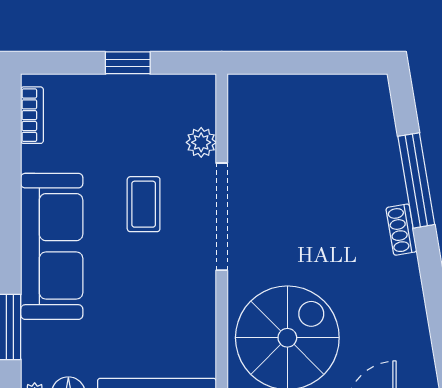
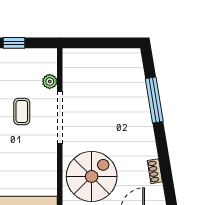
shoe rack: (401, 230) -> (155, 171), moved

